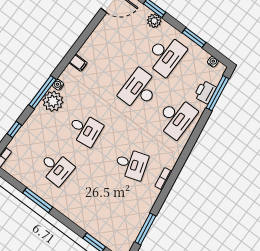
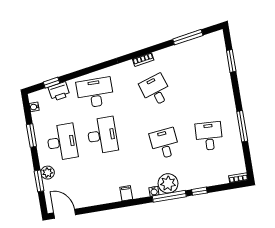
desk: (165, 55) -> (62, 142), turned 90
desk: (139, 90) -> (102, 135), turned -90
window: (217, 93) -> (51, 83), width x0.46
window: (14, 129) -> (199, 191), moved

